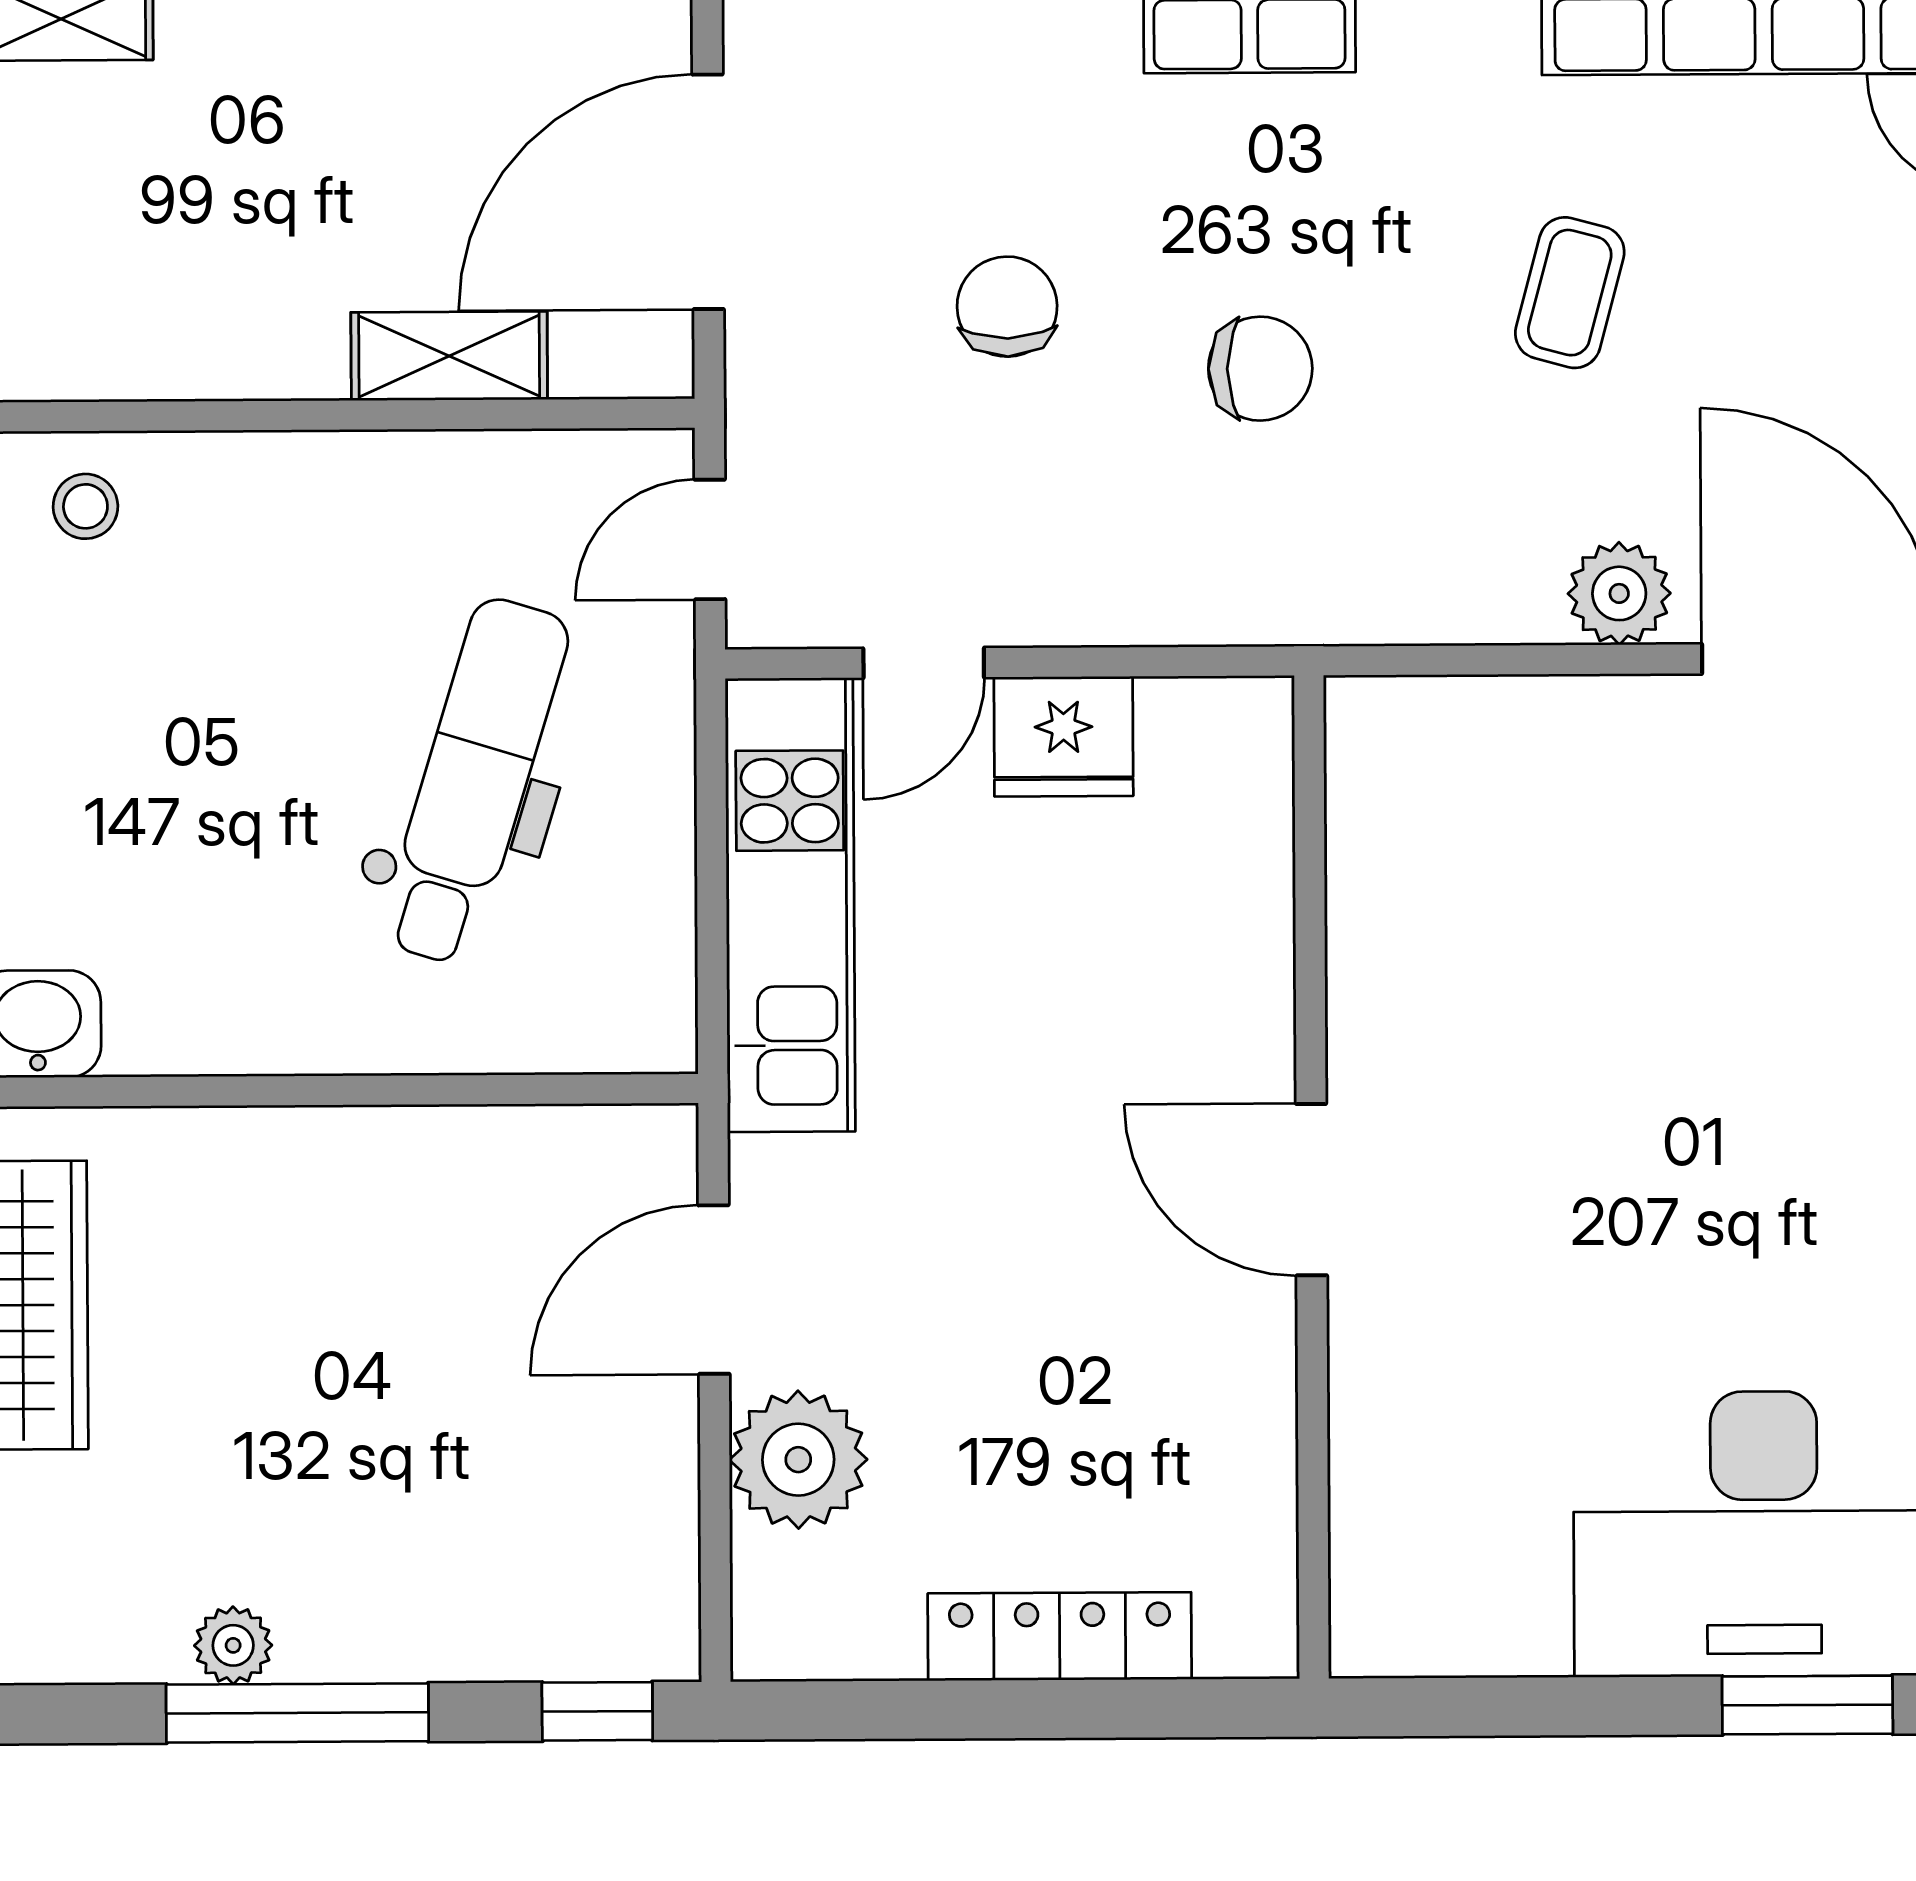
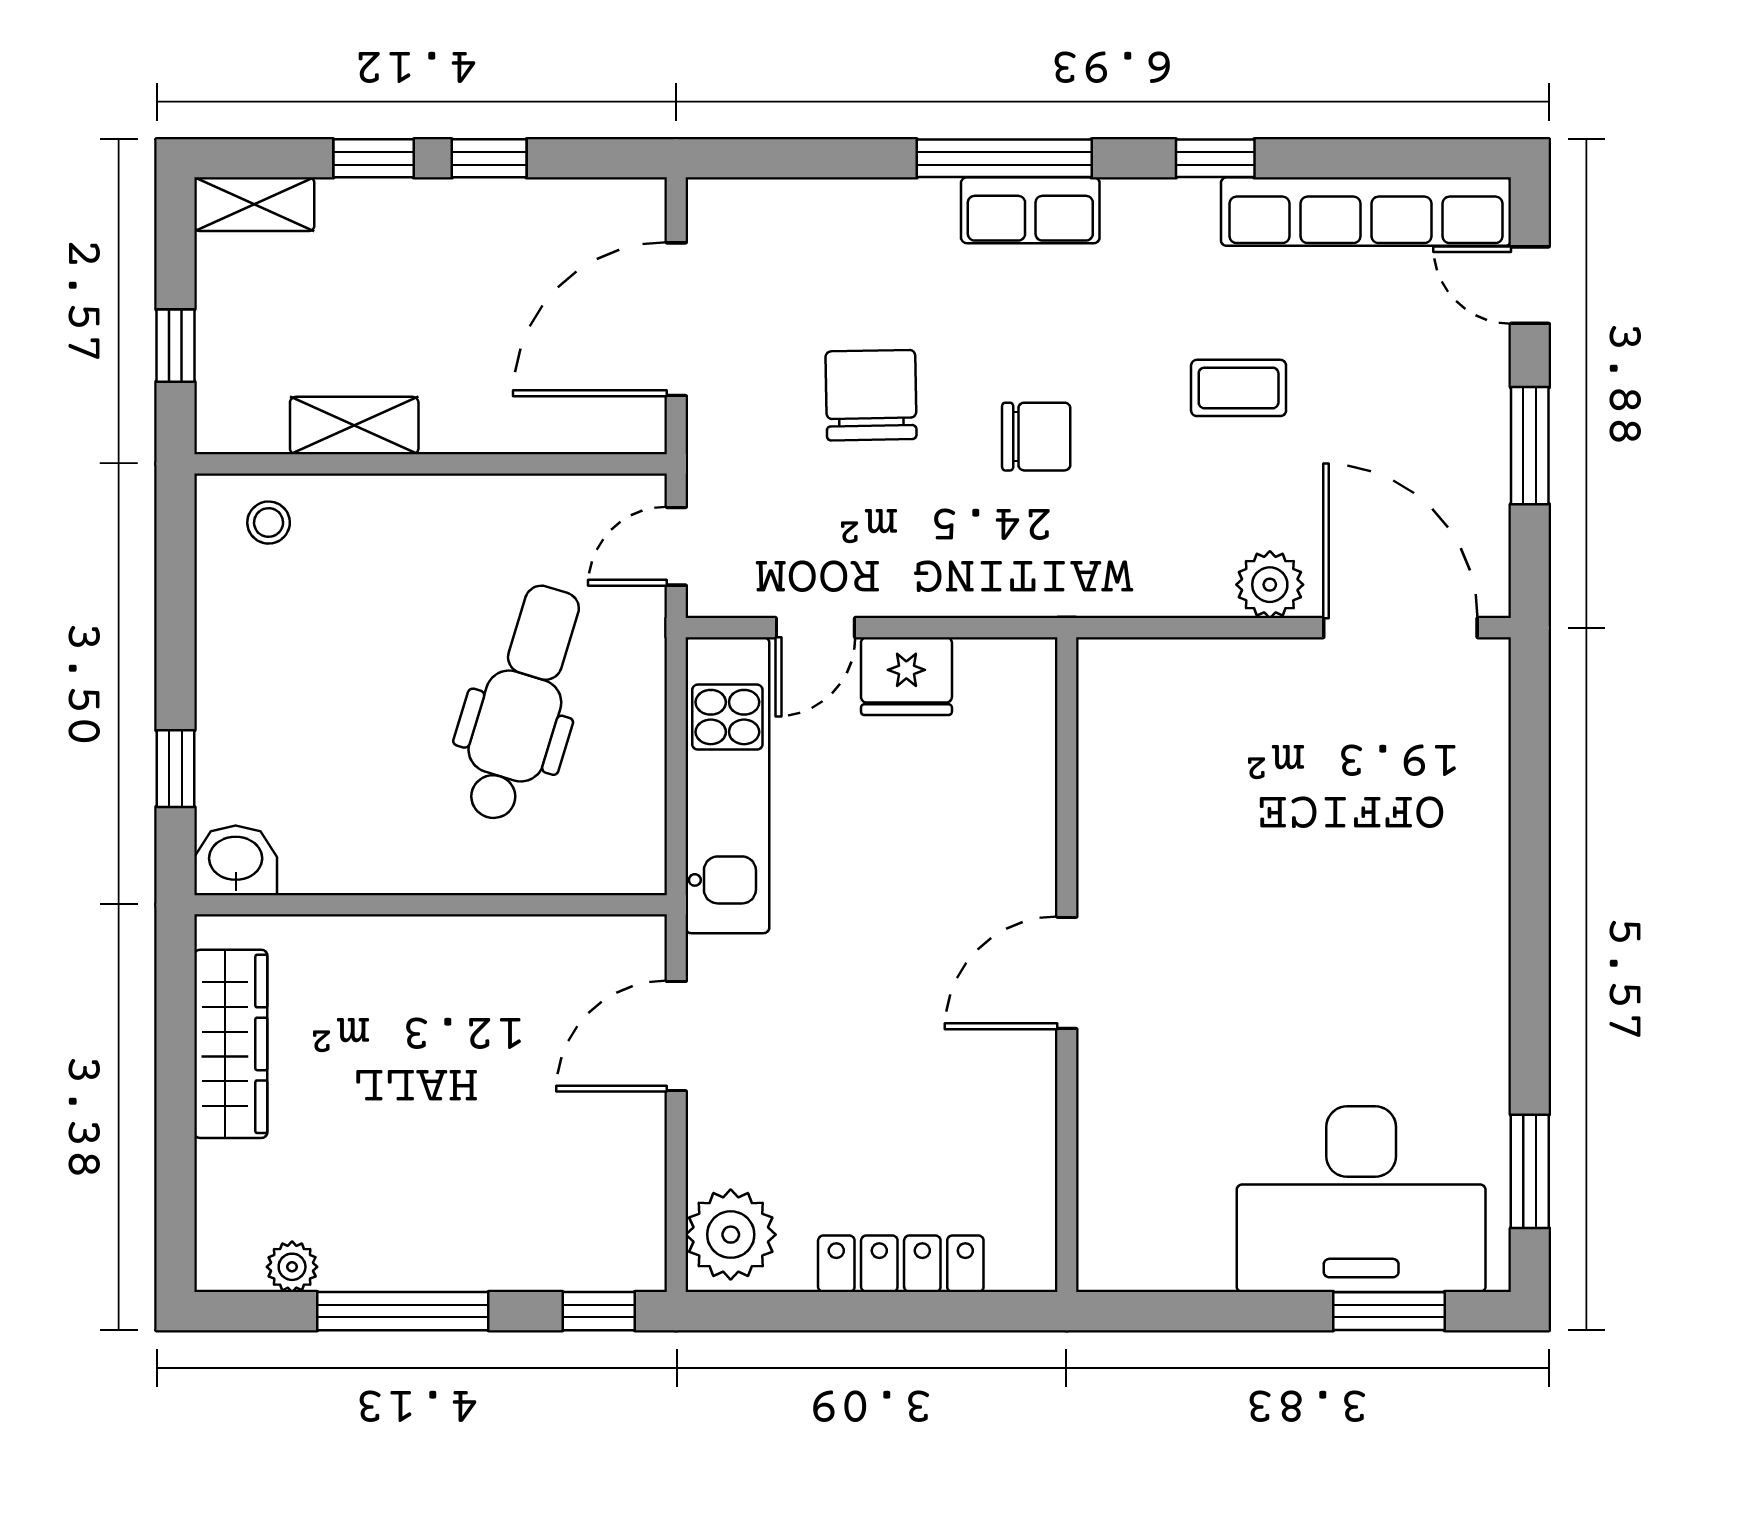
coffee table: (1570, 293) -> (1239, 388), turned 75
chair: (1007, 307) -> (871, 395), width x1.37, depth x1.37
shelving: (449, 356) -> (354, 426), moved
door: (1311, 1190) -> (1067, 973), hinge flipped
plant: (798, 1460) -> (731, 1235), moved
plant: (233, 1645) -> (292, 1267), moved

